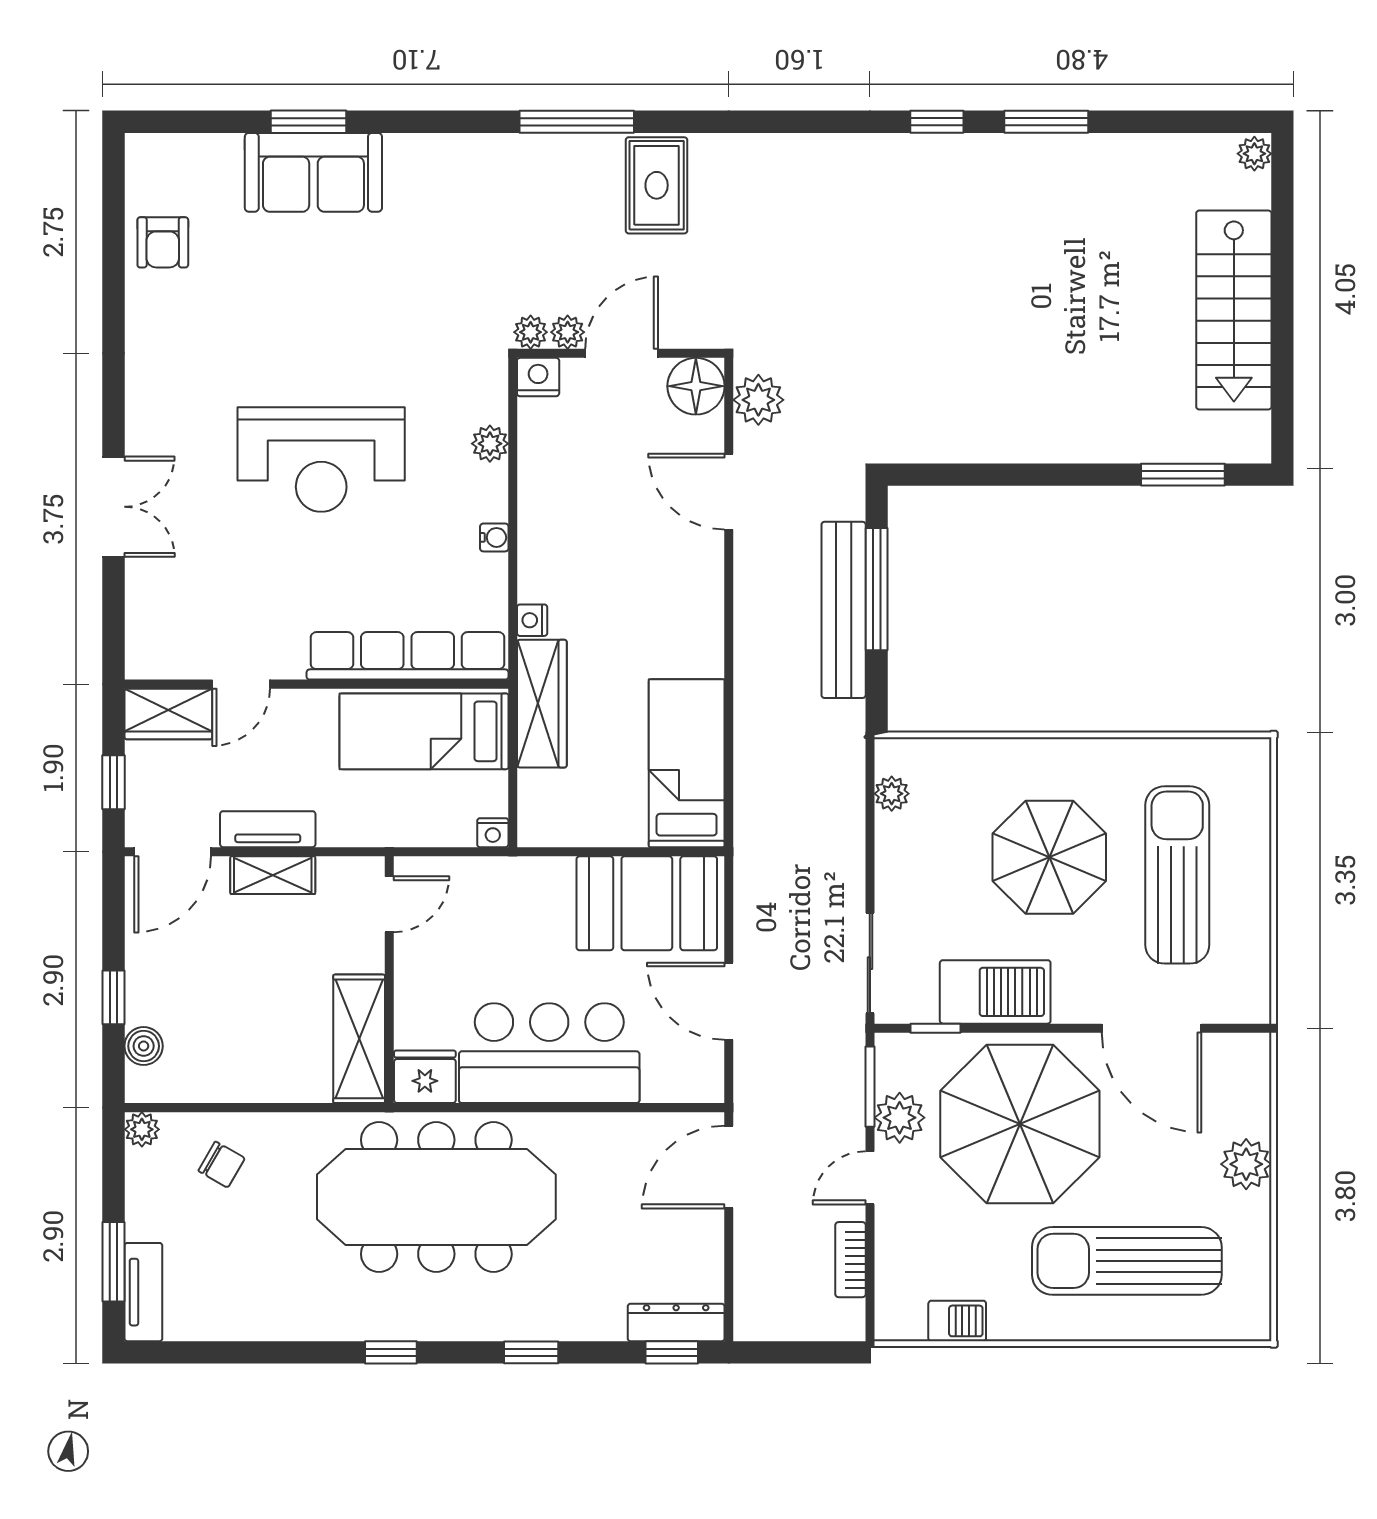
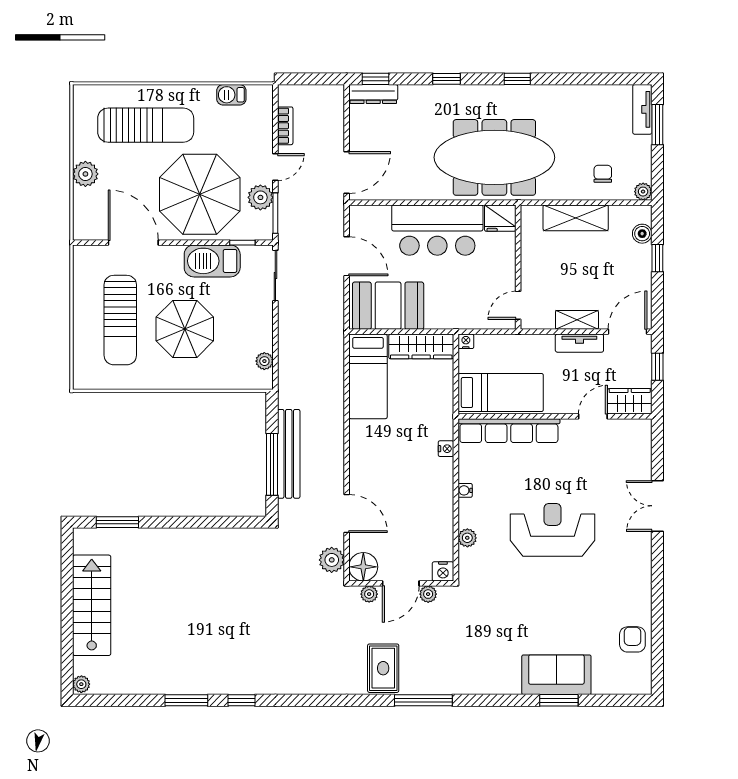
plant: (531, 332) -> (369, 594), moved
wardrobe: (542, 704) -> (421, 346), moved, turned -90
shelving: (359, 1039) -> (576, 218), moved, turned 90
chair: (222, 1165) -> (603, 174), turned 60

